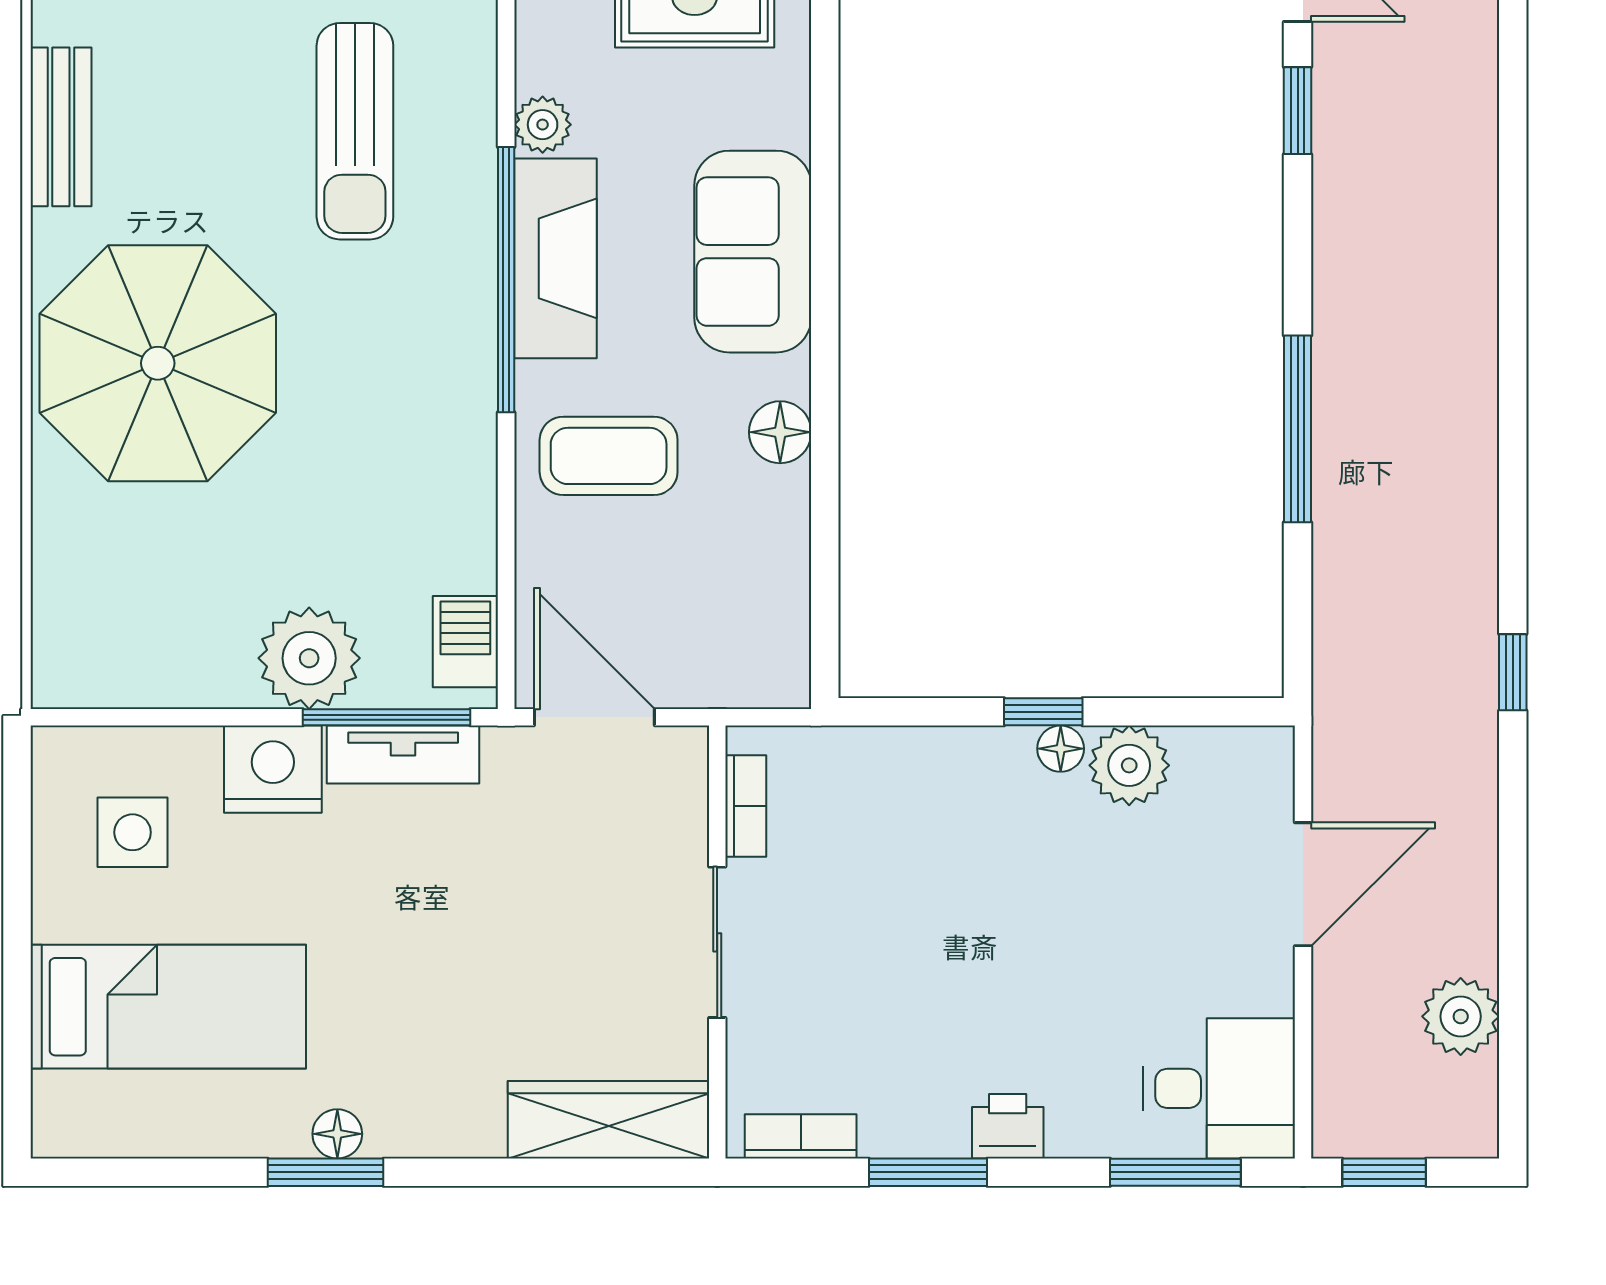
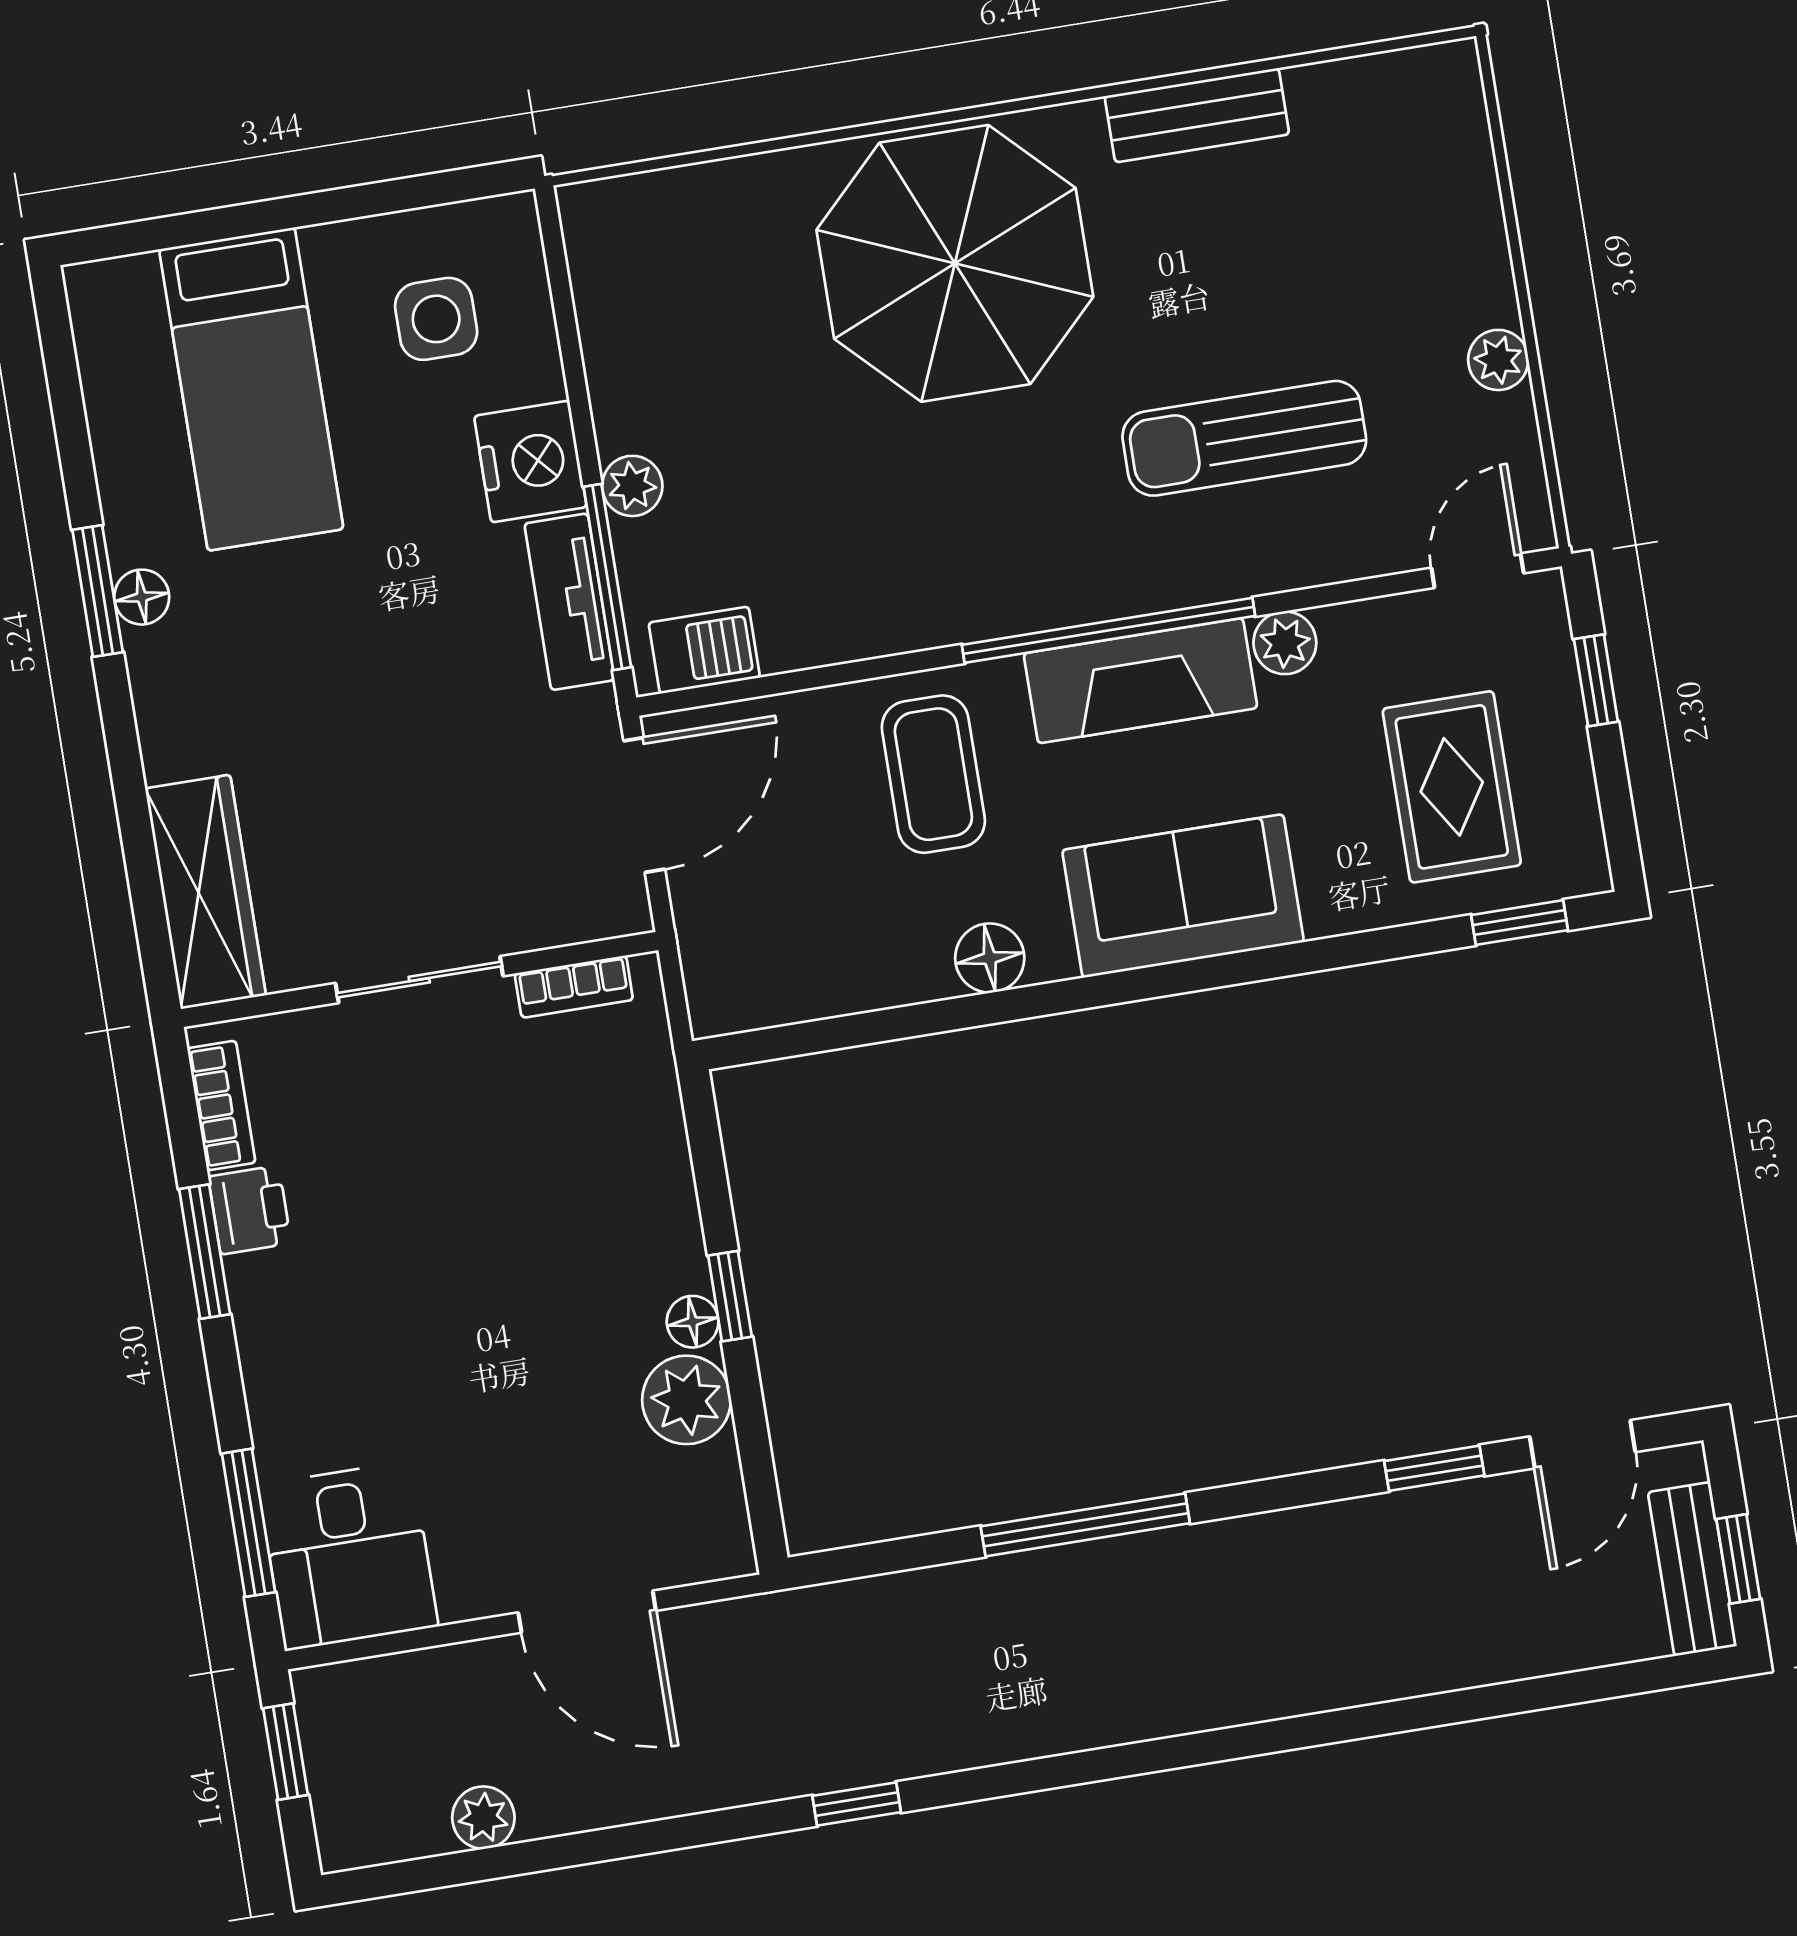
plant: (309, 658) -> (632, 486), width x0.53, depth x0.53
plant: (1461, 1016) -> (483, 1818), width x0.73, depth x0.73
printer: (1008, 1126) -> (250, 1210), moved

